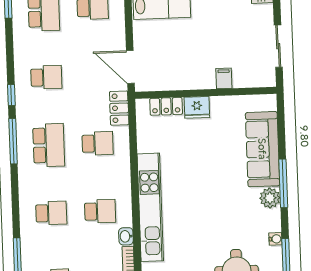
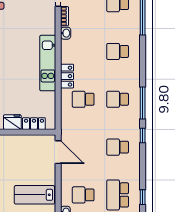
locker: (119, 108) -> (67, 76), moved
school desk: (49, 145) -> (118, 99), width x0.54
kitchen unit: (150, 207) -> (48, 63), width x0.73
school desk: (100, 211) -> (83, 51), removed

